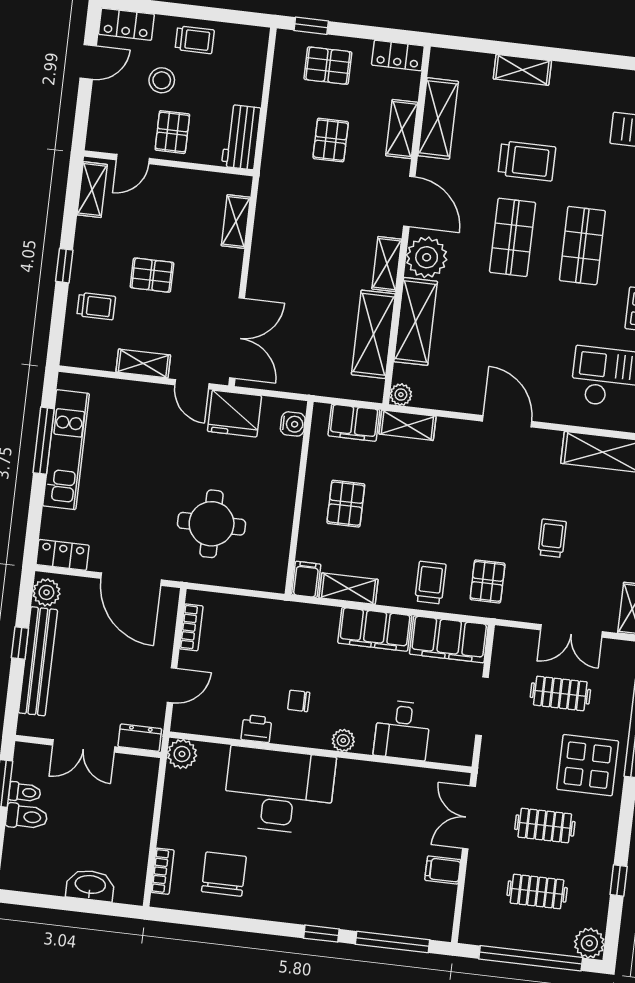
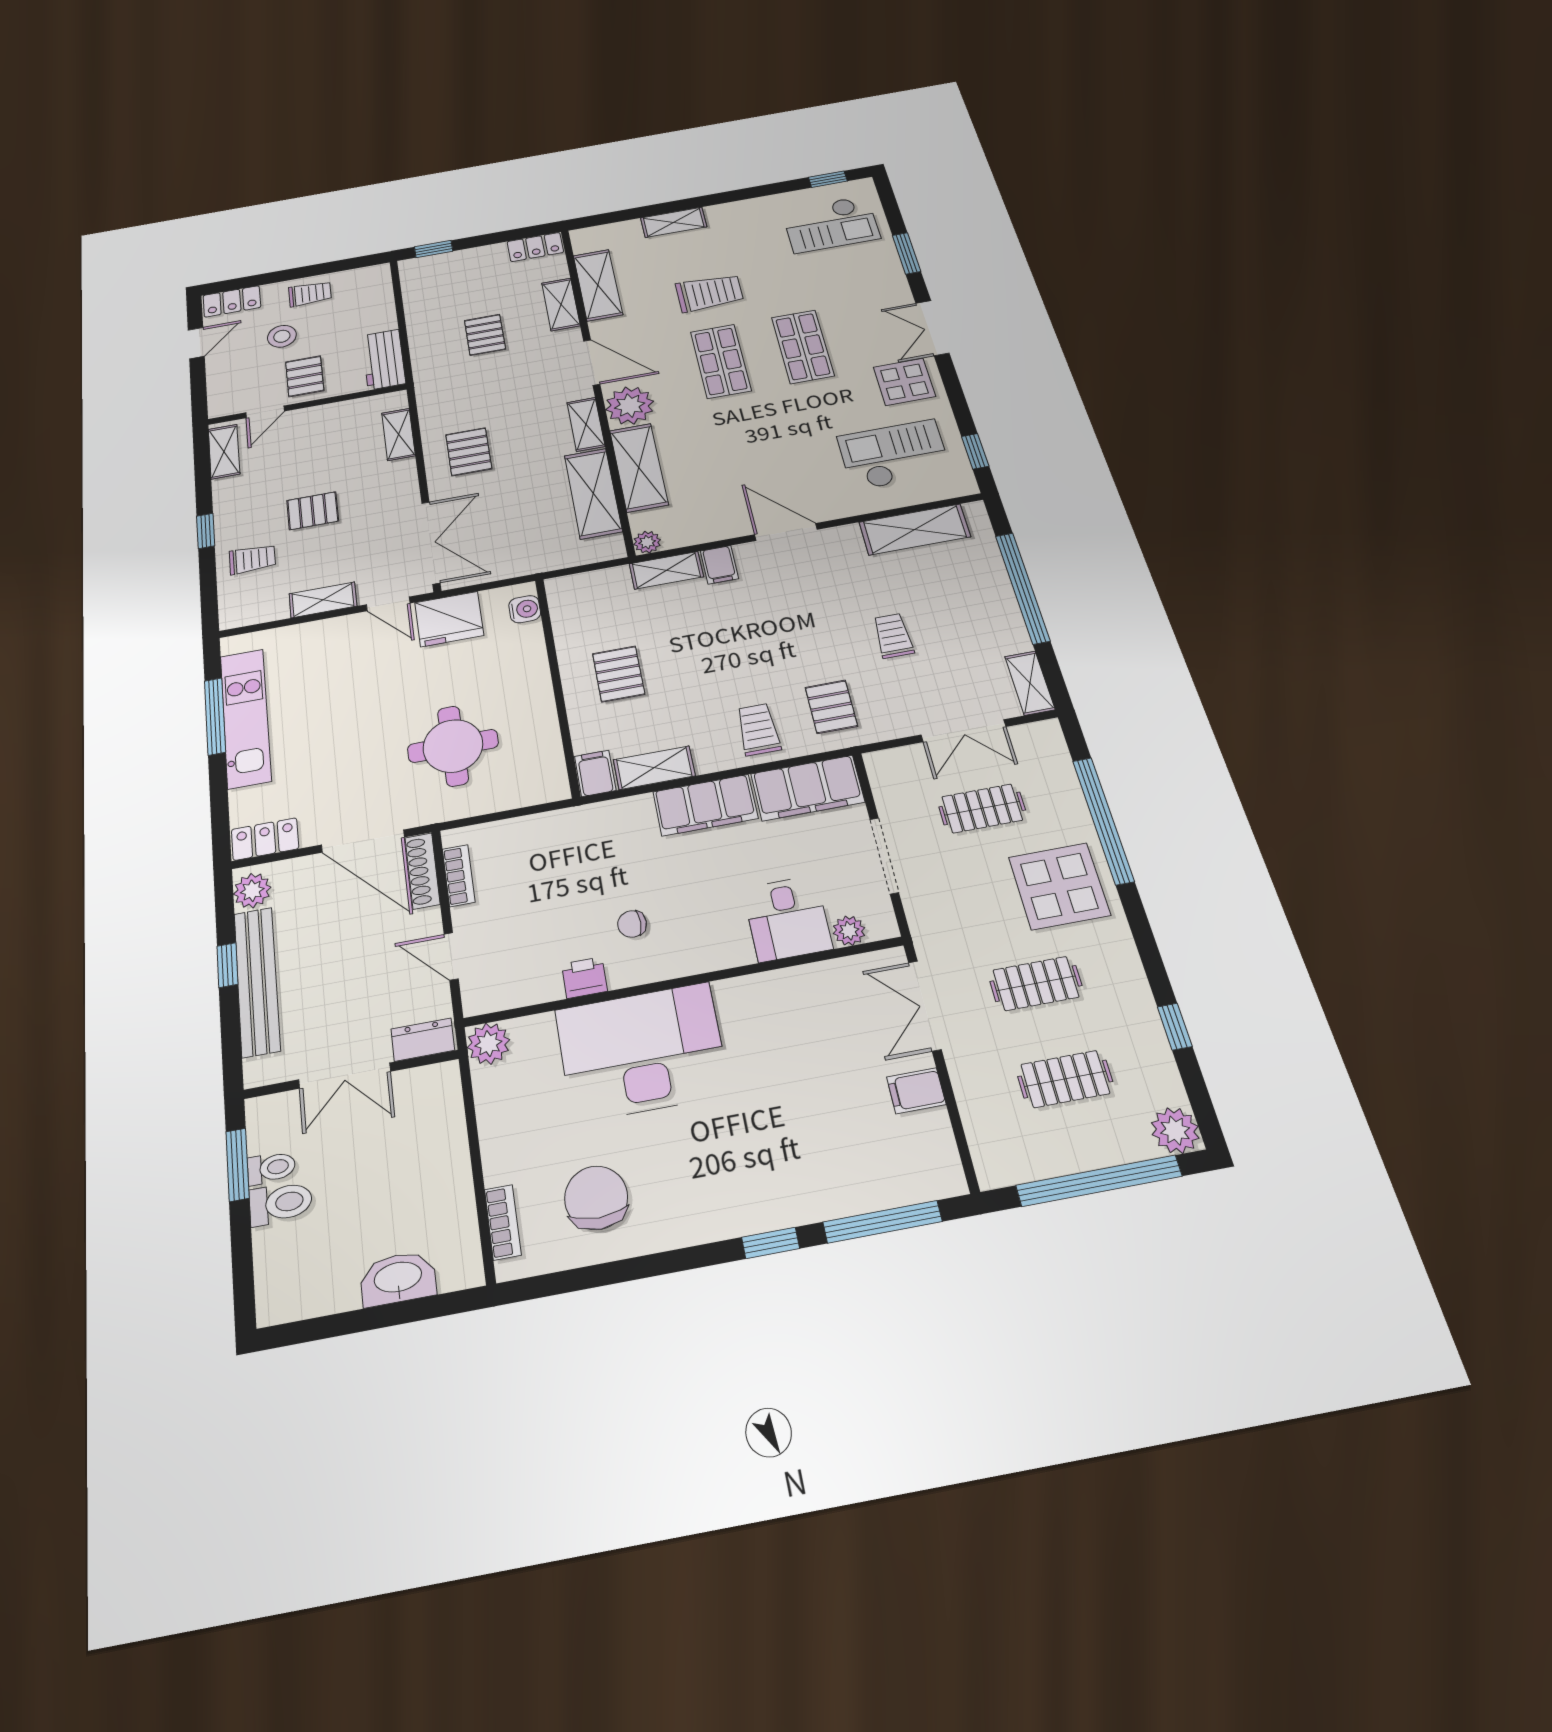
pallet: (328, 66) -> (469, 452), moved, turned 90
filing cabinet: (354, 423) -> (719, 565), moved, width x0.50
shoe rack: (167, 616) -> (422, 871), added
door: (172, 685) -> (451, 956), swing flipped
plant: (343, 740) -> (849, 931), moved

